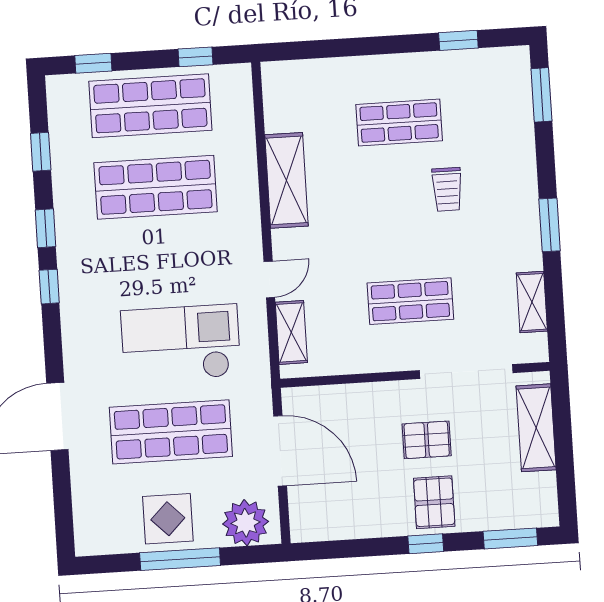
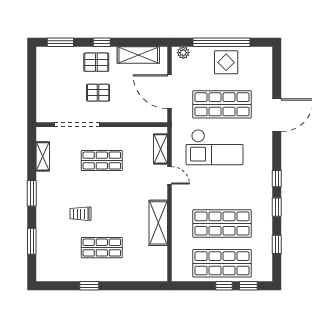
window: (458, 40) -> (89, 286), moved
window: (195, 57) -> (224, 286), moved
window: (541, 95) -> (32, 241), moved
trolley: (447, 189) -> (80, 214), turned -90
door: (269, 279) -> (170, 175), swing flipped
shelving: (536, 428) -> (138, 55), moved, turned 90
pallet: (434, 502) -> (96, 62), turned 90
plant: (246, 523) -> (183, 53), width x0.53, depth x0.53
window: (180, 559) -> (221, 42), width x1.46

